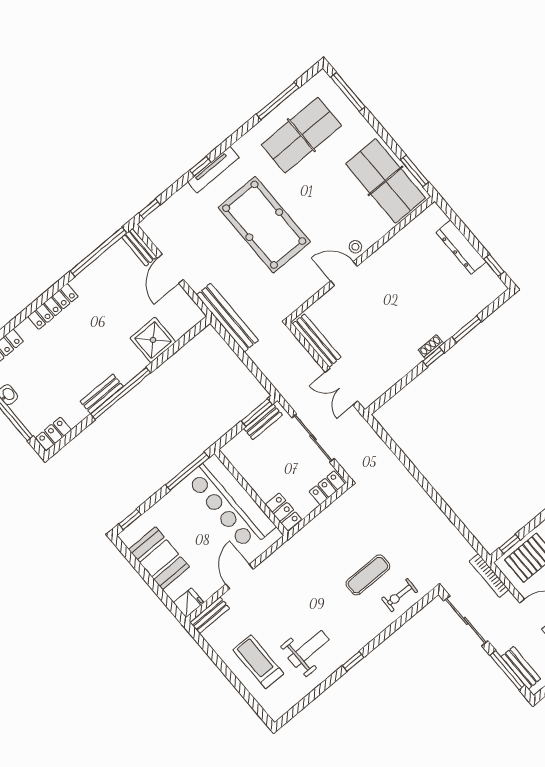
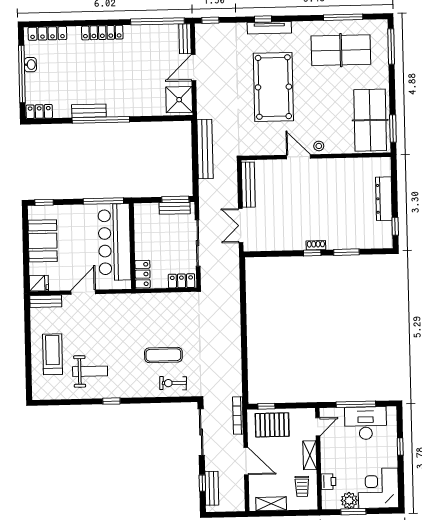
bench: (227, 318) -> (205, 149), moved
shower: (153, 340) -> (179, 100), moved
window: (507, 670) -> (202, 483), width x0.46

